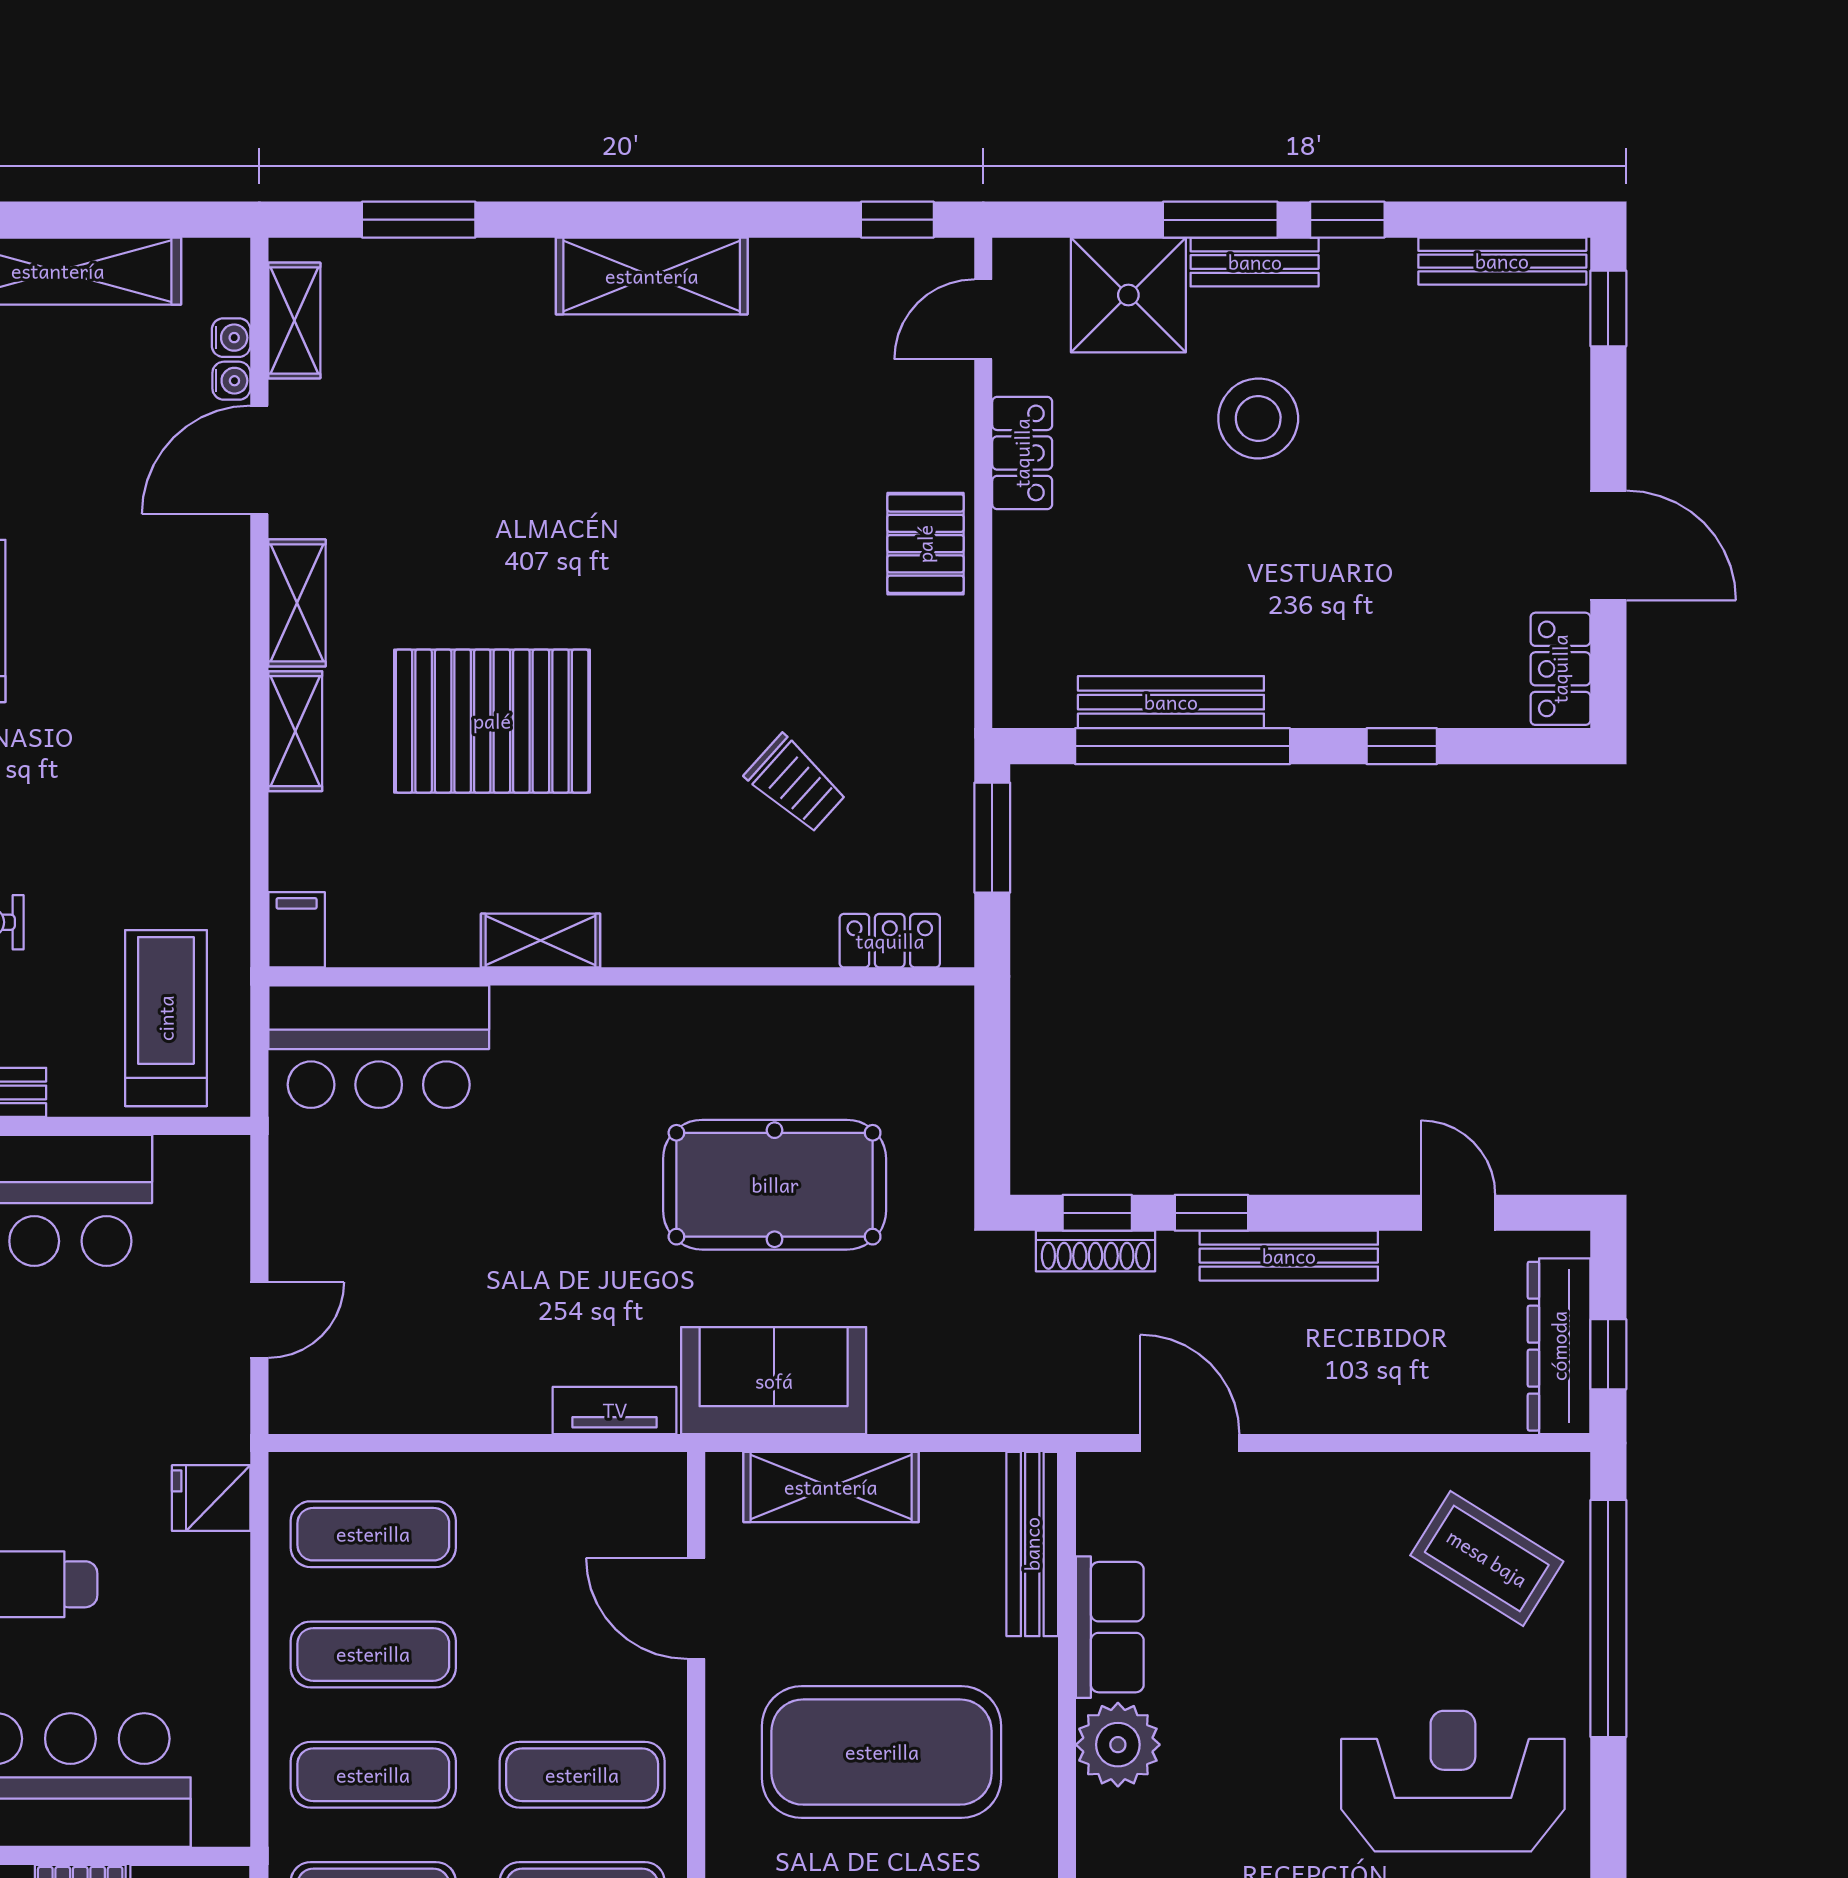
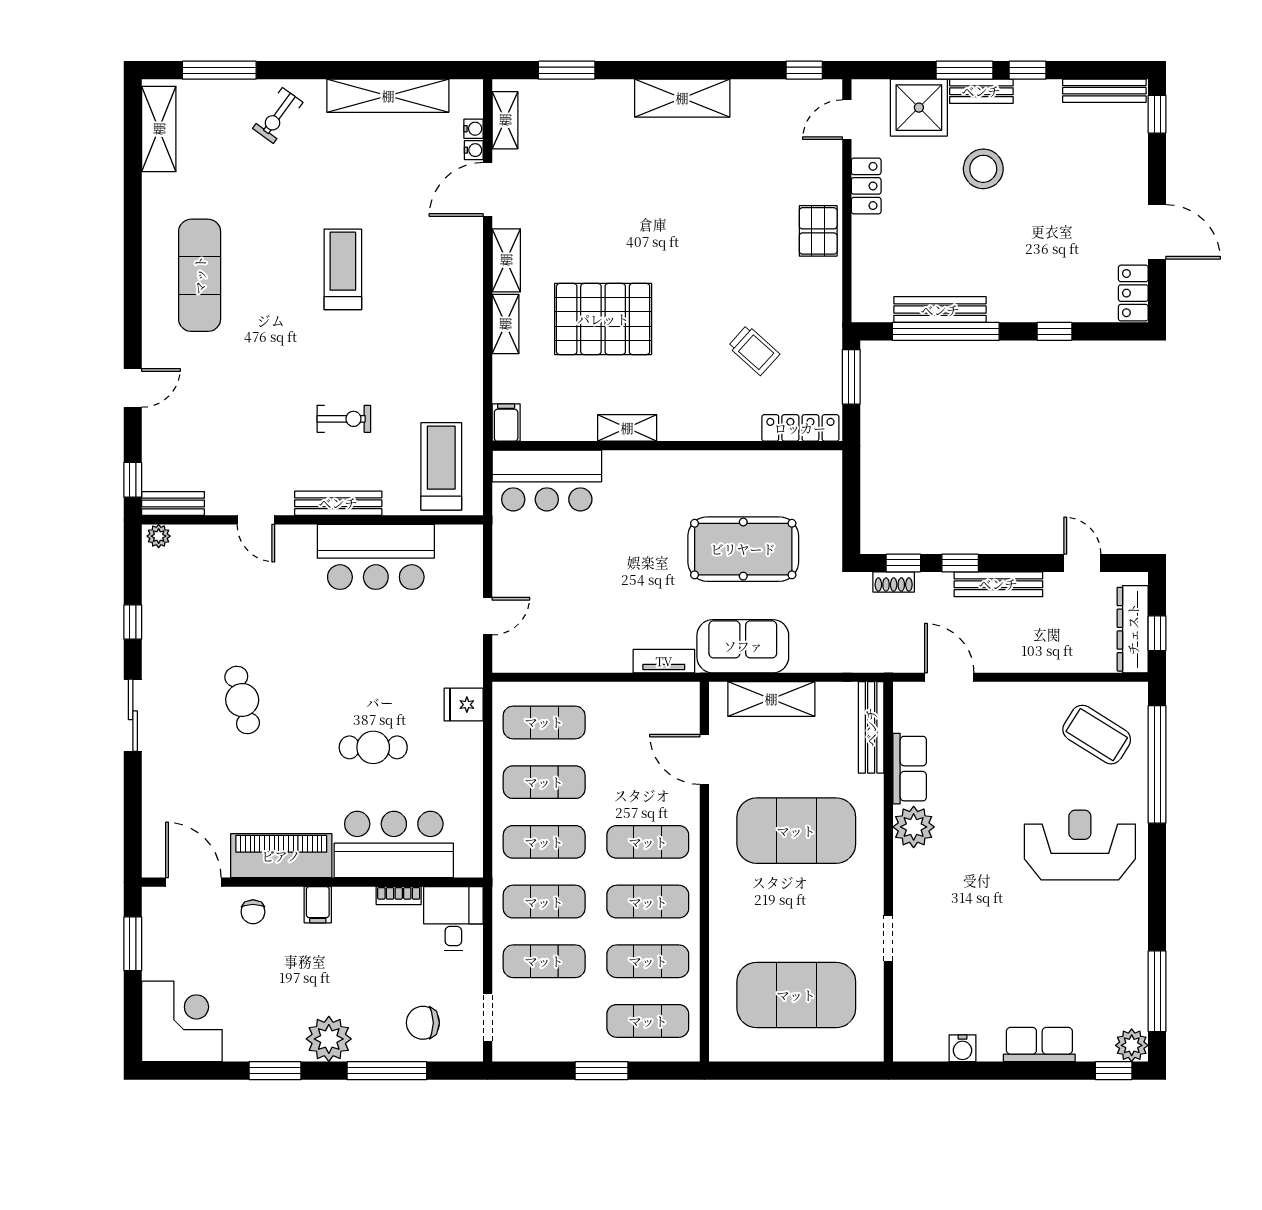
locker: (890, 941) -> (800, 428), width x1.53
shoe rack: (1095, 1251) -> (894, 582), width x0.70

